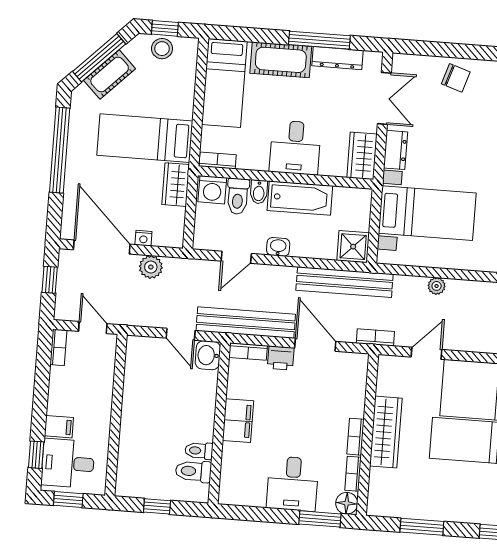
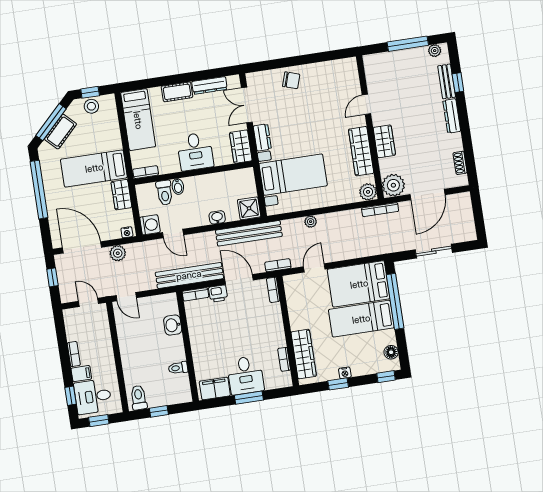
window: (319, 40) -> (195, 76), removed
cot: (281, 60) -> (177, 92), width x0.73, depth x0.75
double door: (384, 98) -> (247, 105), swing flipped
washing machine: (212, 190) -> (150, 225), moved, turned -90
bathtub: (300, 198) -> (206, 184), removed
nightstand: (143, 238) -> (127, 232), moved
washbasin: (278, 247) -> (217, 217), moved
door: (236, 257) -> (173, 234), hinge flipped
door: (181, 334) -> (126, 297), moved
bookcase: (58, 347) -> (74, 354), moved
washbasin: (208, 355) -> (173, 325), moved
filing cabinet: (238, 421) -> (215, 388), moved, turned -90
wardrobe: (386, 432) -> (304, 354), moved
bookcase: (355, 437) -> (273, 290), moved
toilet: (193, 471) -> (139, 398), moved, turned 90
floor lamp: (347, 503) -> (284, 380), removed
nightstand: (435, 513) -> (345, 373), added
window: (320, 519) -> (249, 398), moved
window: (422, 527) -> (338, 384), width x0.67

